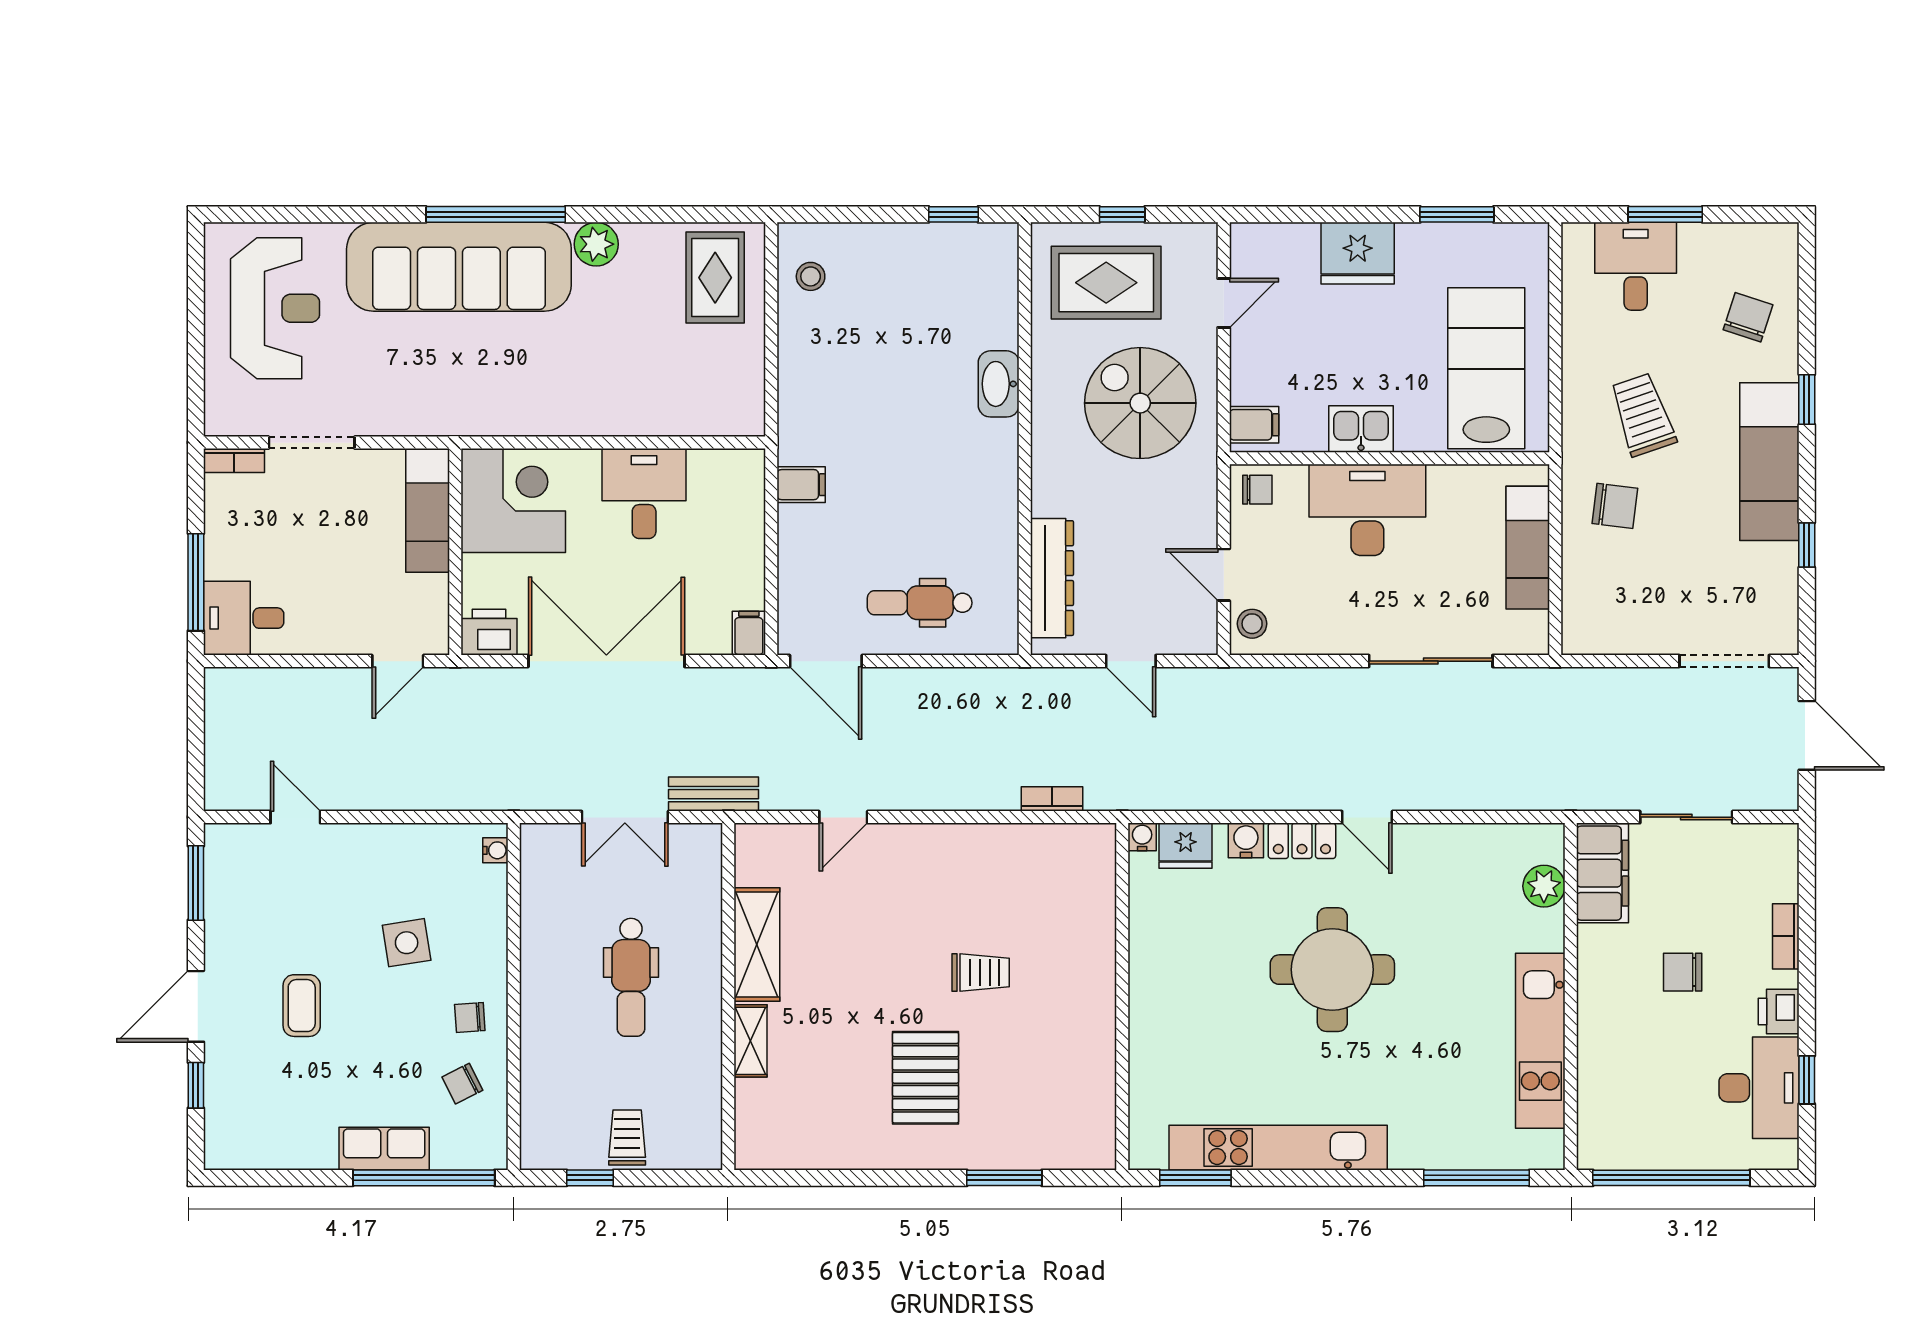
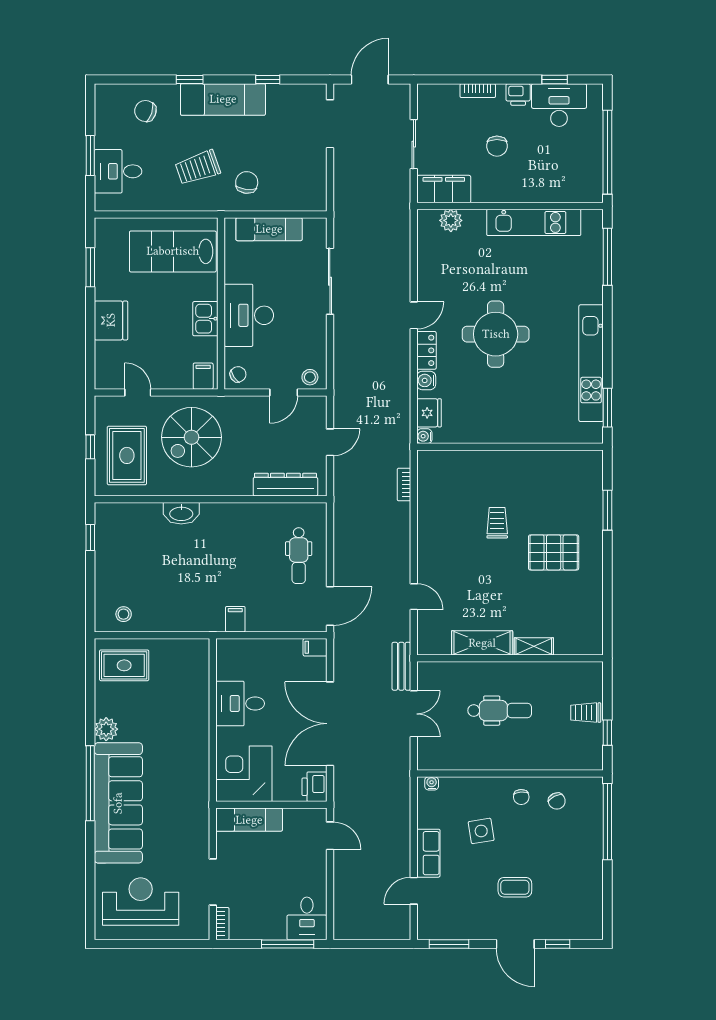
chair: (1257, 490) -> (238, 374), turned 57
row of seats: (384, 1149) -> (428, 853), moved, turned 180

